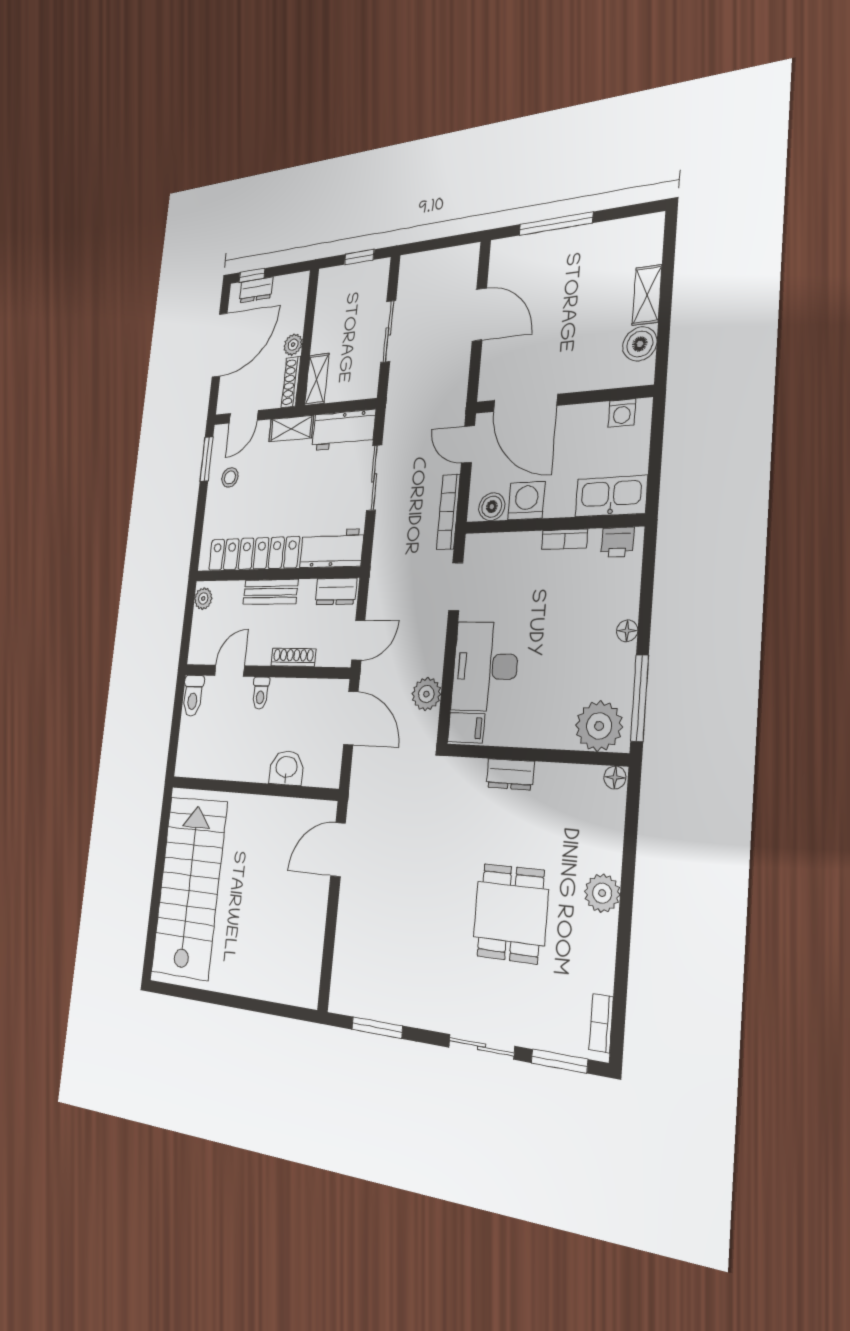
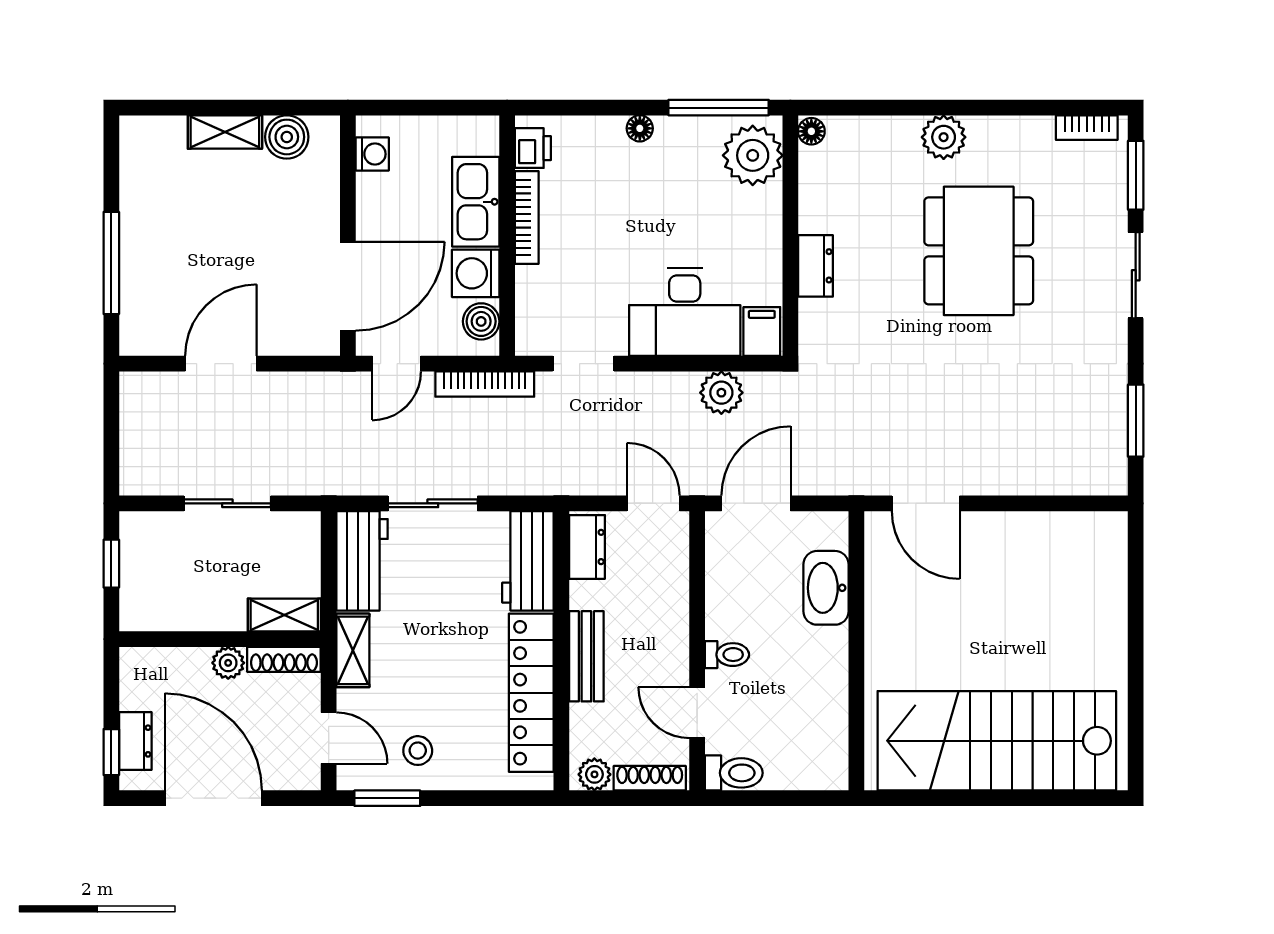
kitchen sink: (611, 496) -> (476, 202), moved
bookcase: (565, 539) -> (527, 217), width x1.56
shoe rack: (293, 657) -> (650, 778), moved, turned 90
washbasin: (286, 768) -> (826, 588), width x1.38
dining table: (511, 913) -> (979, 251), width x1.38

